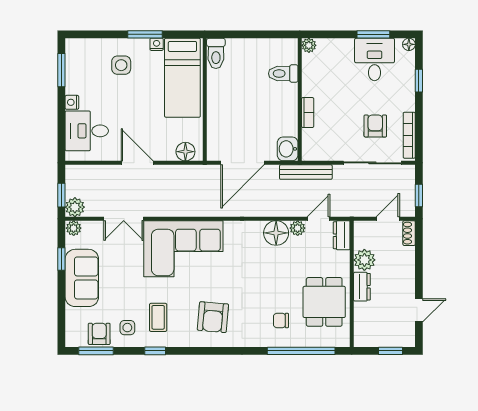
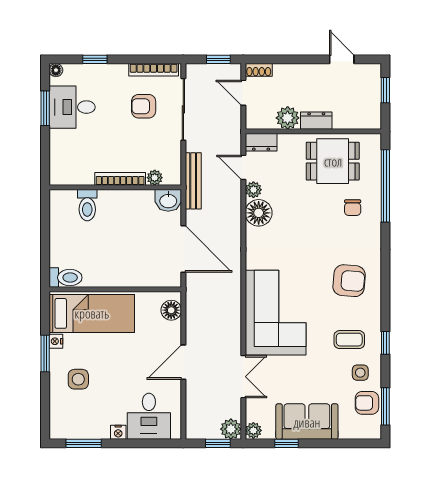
plant: (309, 45) -> (155, 178), moved
bookcase: (308, 113) -> (120, 179), width x1.56

